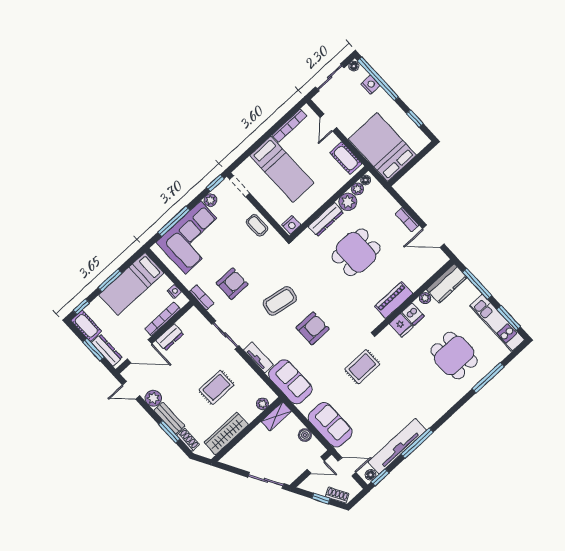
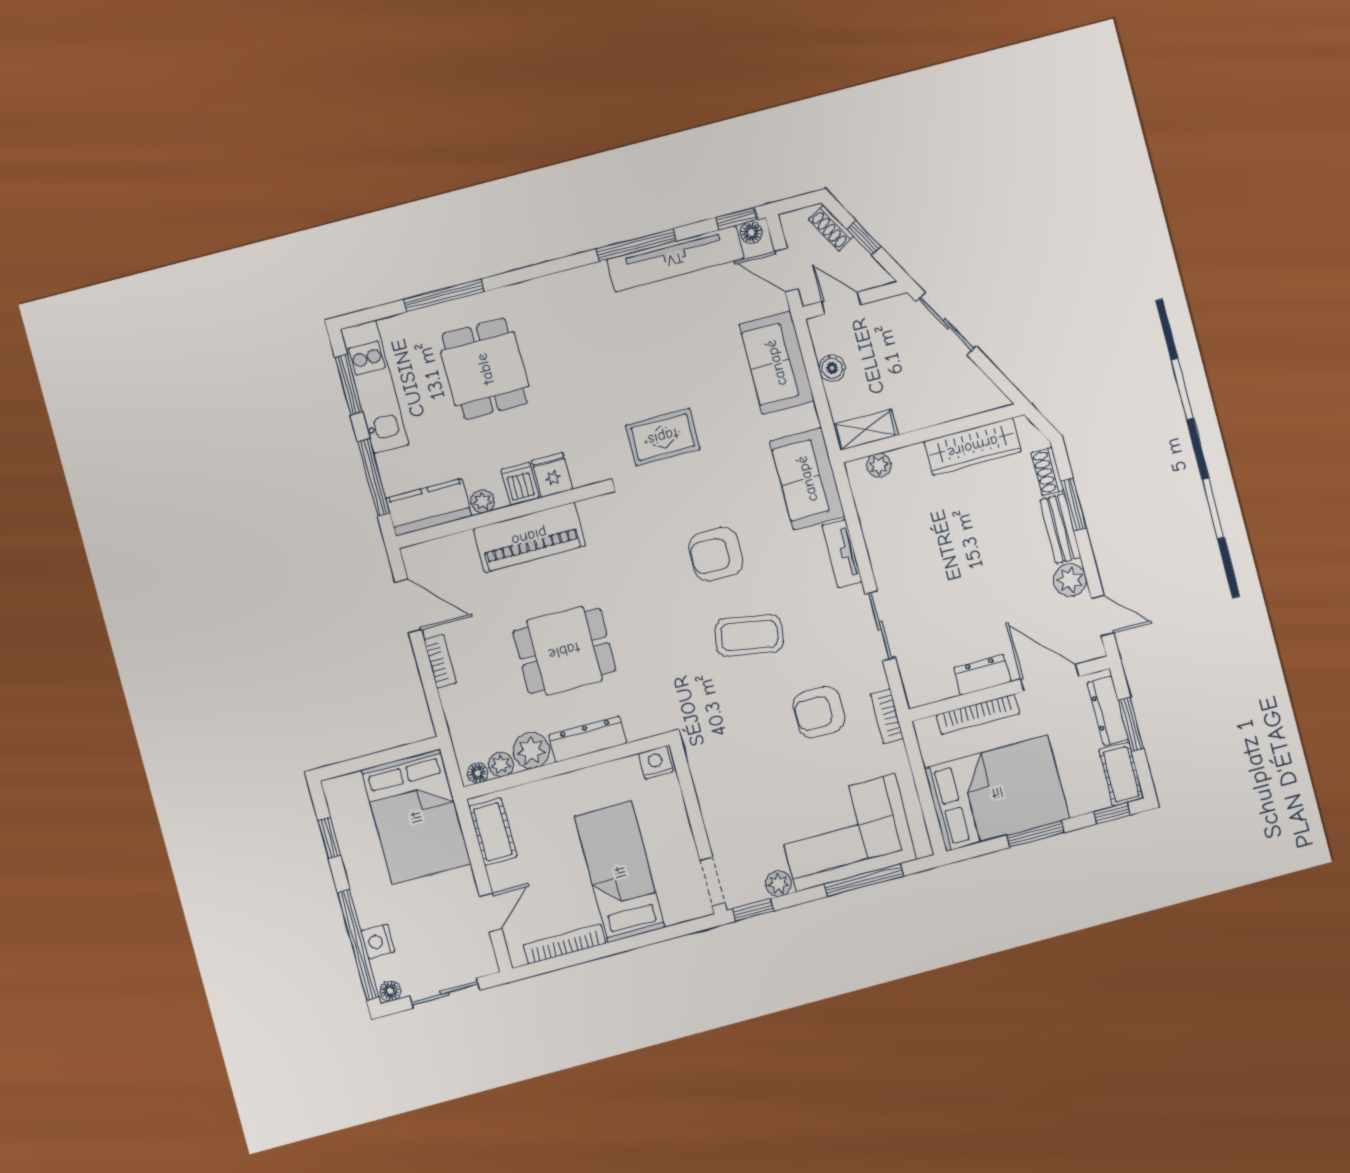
coffee table: (257, 225) -> (718, 794), removed
bed: (131, 284) -> (997, 793), width x1.50
nightstand: (174, 291) -> (930, 753), removed
piano: (394, 300) -> (529, 537), width x1.37, depth x1.33
rug: (217, 387) -> (946, 539), removed

